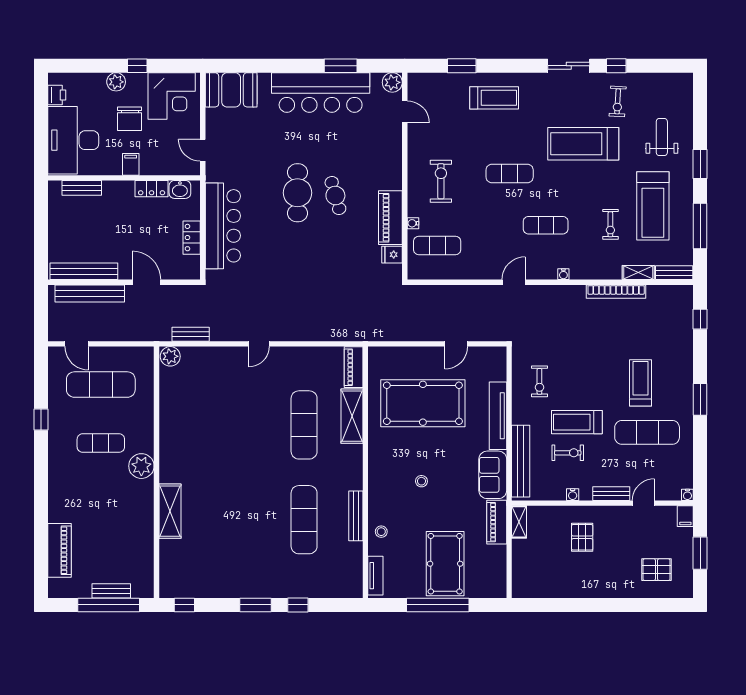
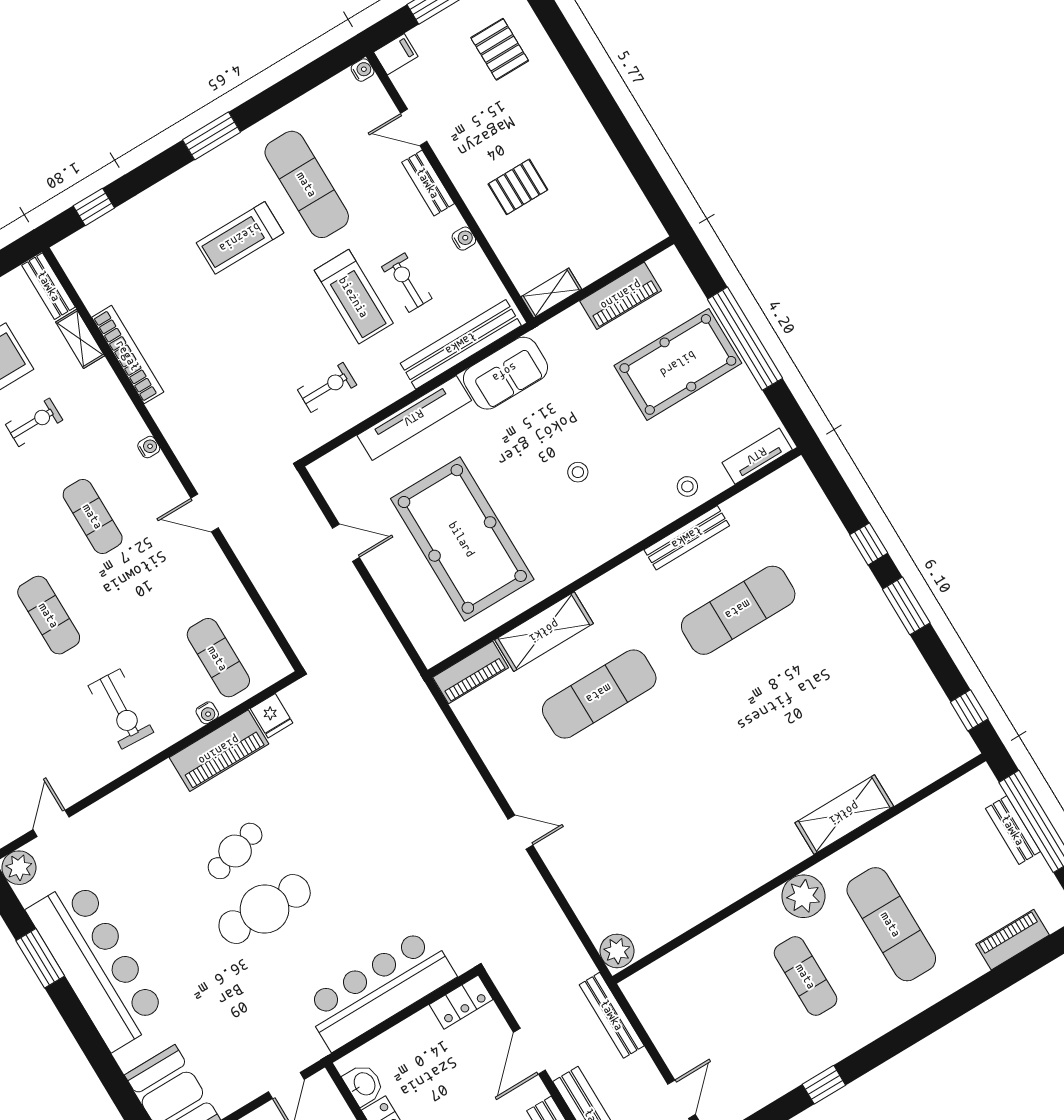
exercise bike: (441, 181) -> (121, 709), turned -87
locker: (192, 238) -> (461, 1002), moved
bench: (191, 334) -> (612, 1015), moved, width x1.36
exercise mat: (101, 385) -> (891, 924), moved
piano: (497, 522) -> (621, 296), moved
piano: (59, 550) -> (1013, 940), width x0.73, depth x0.75

